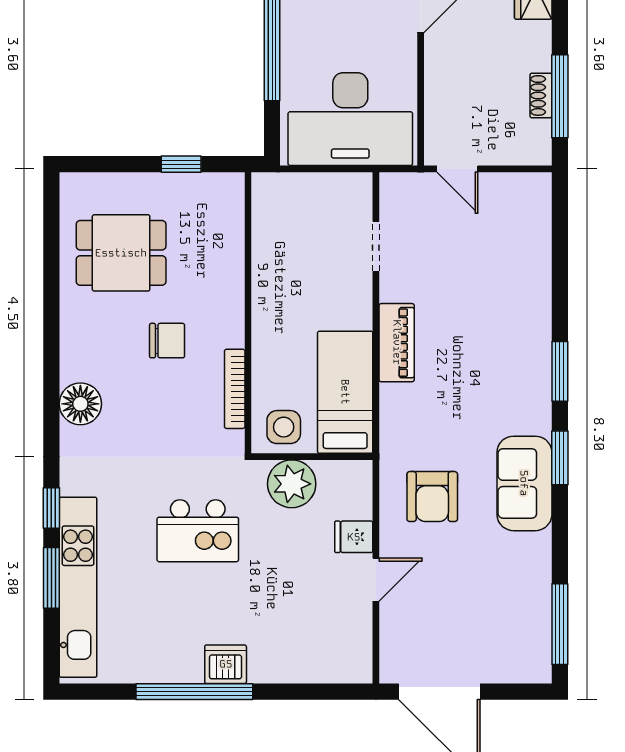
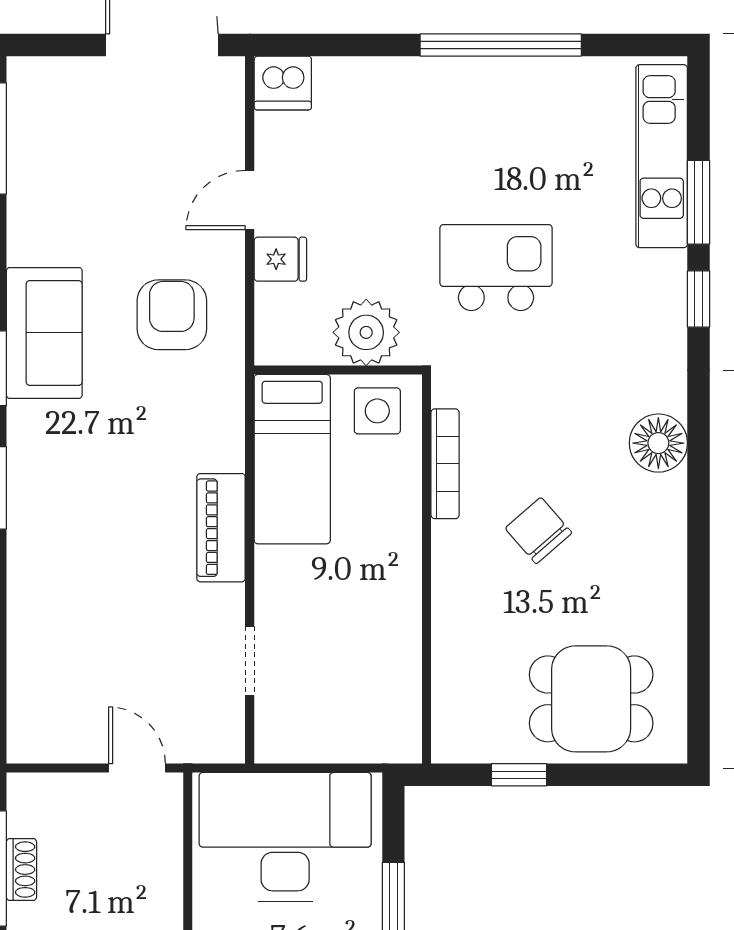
dining table: (121, 253) -> (591, 699), moved
chair: (167, 341) -> (538, 531), turned 49
kitchen unit: (78, 587) -> (662, 156), width x0.73
dishwasher: (226, 664) -> (283, 83), moved

